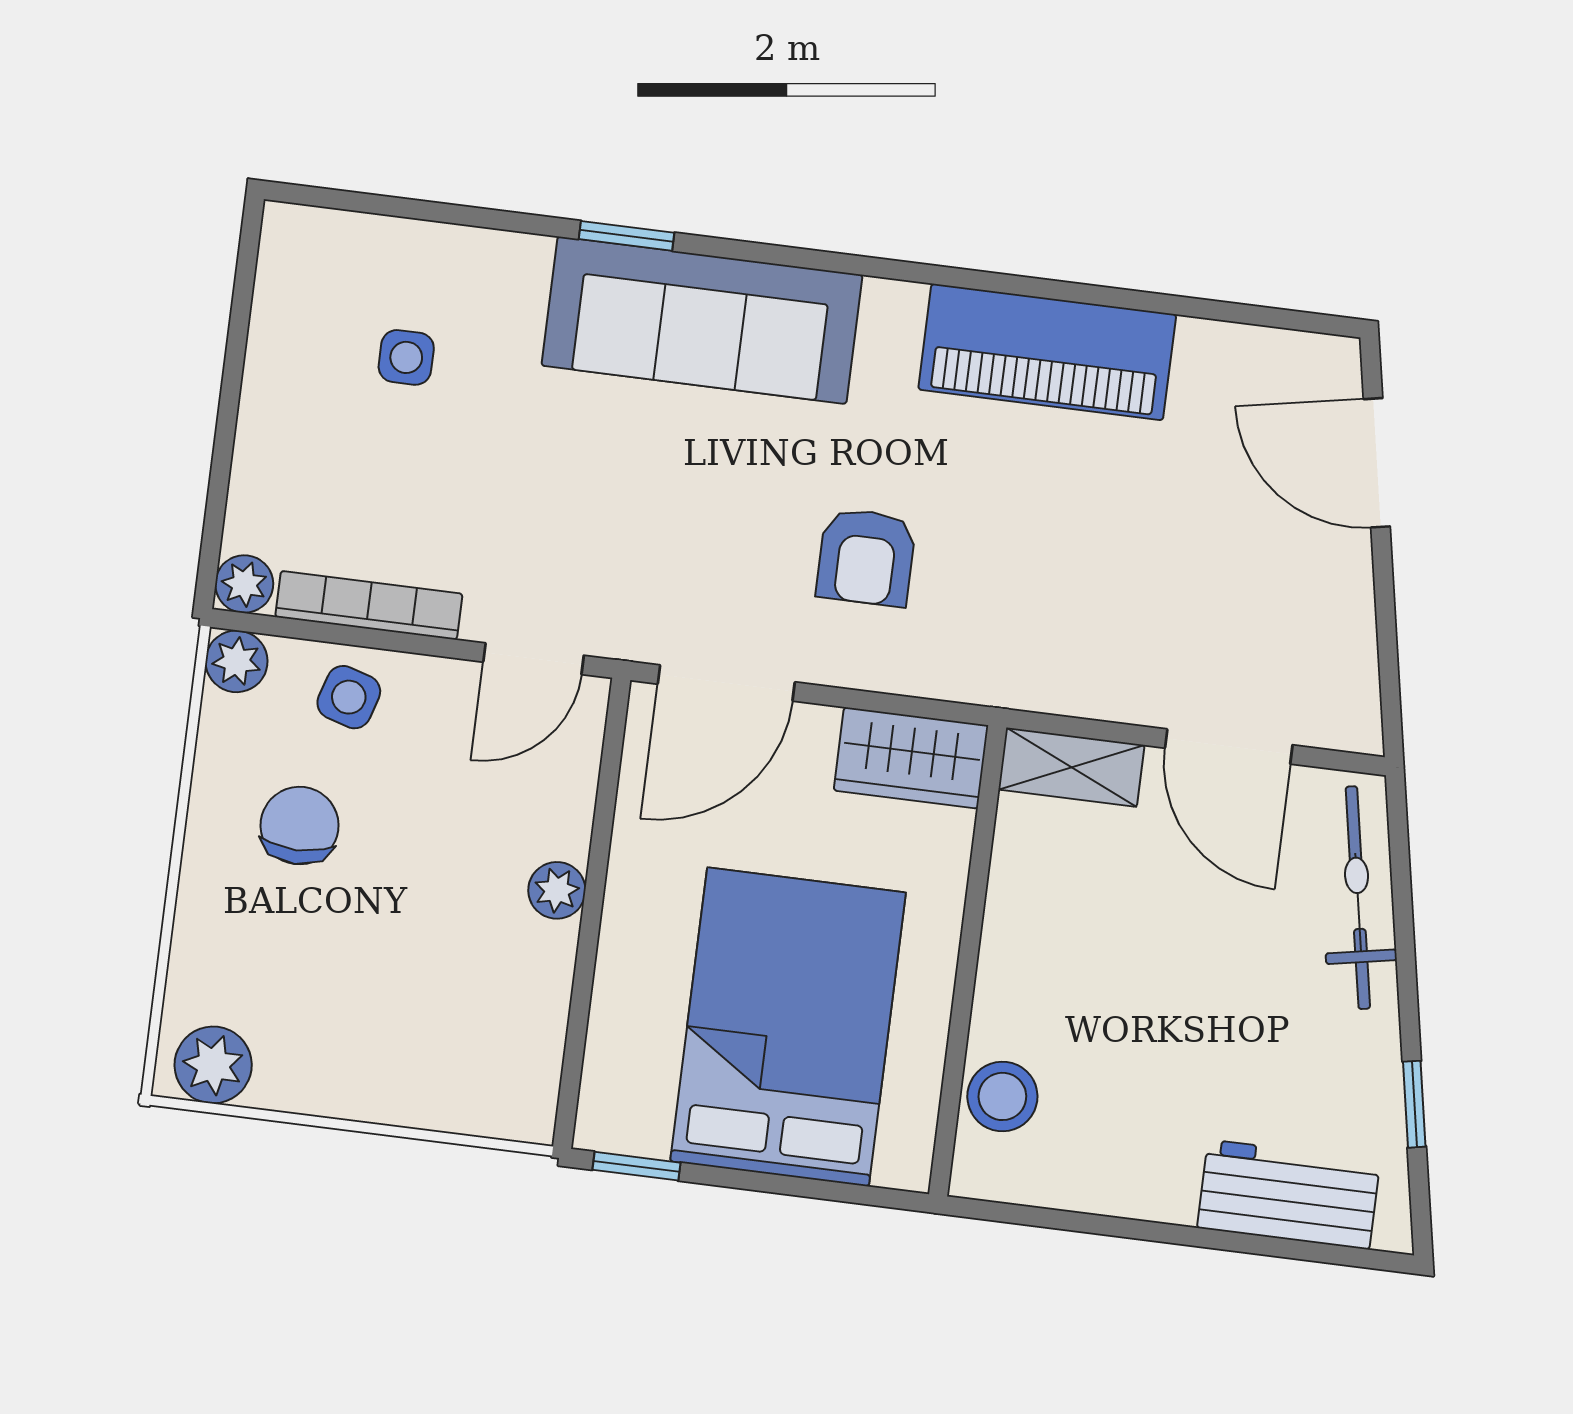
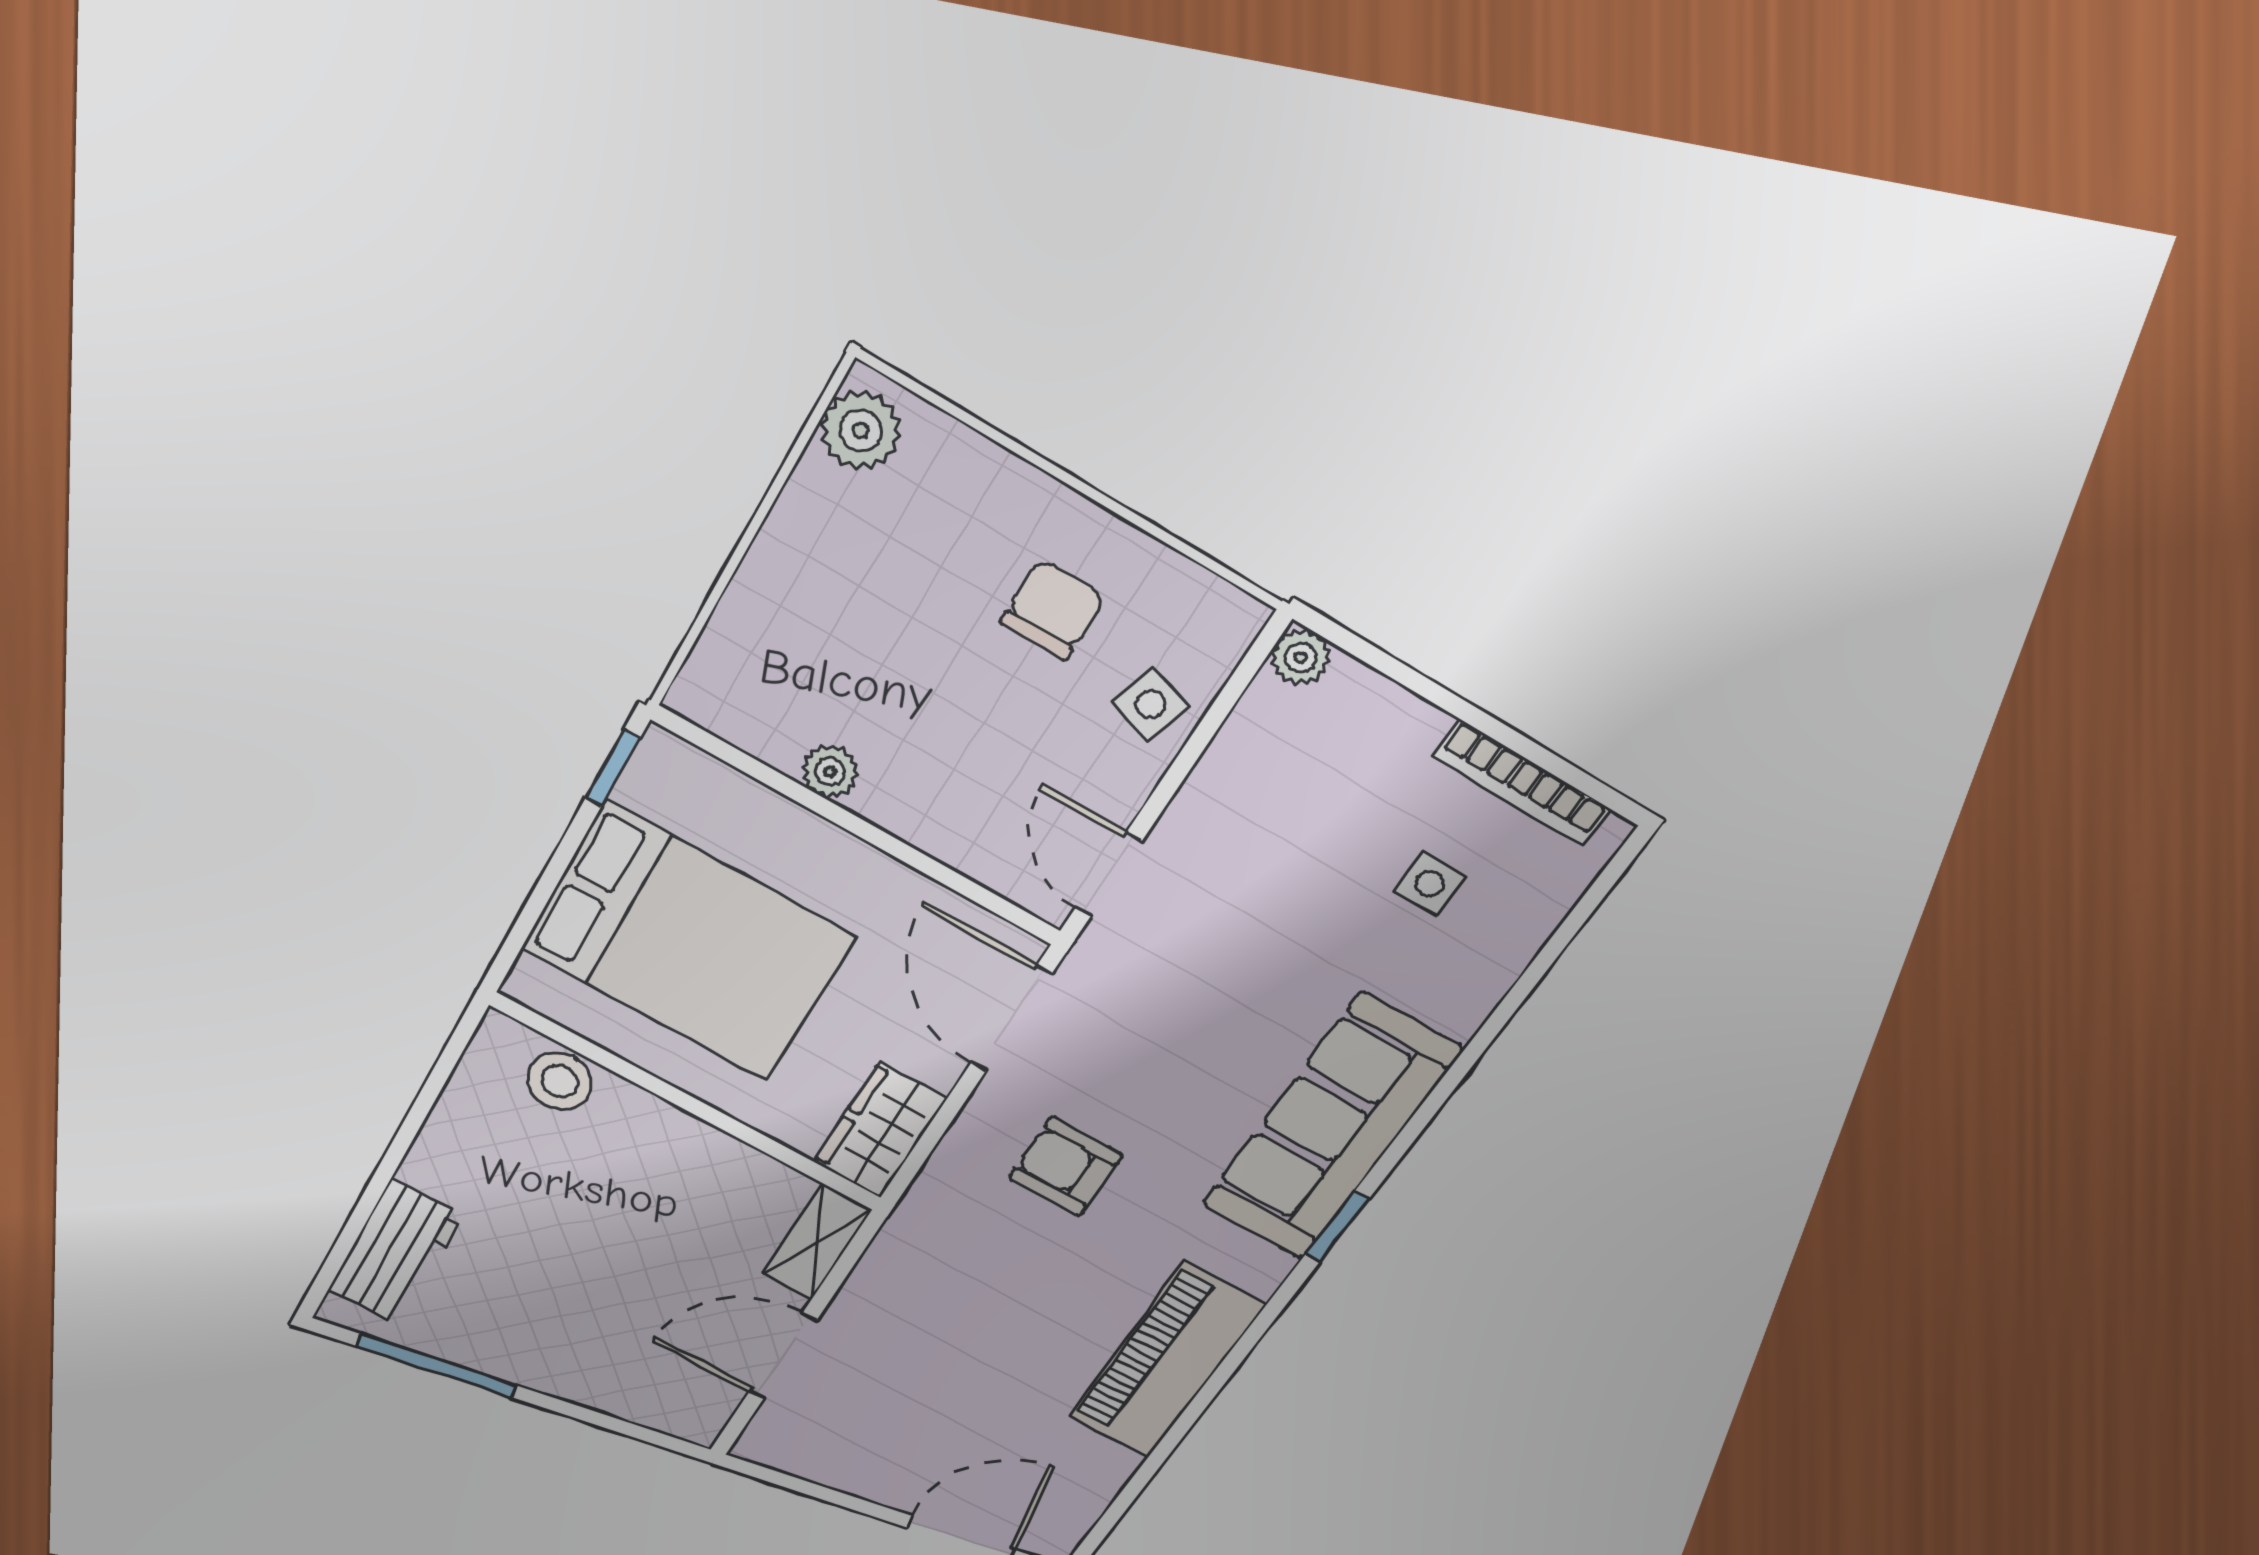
window: (626, 236) -> (1337, 1227), moved
bookcase: (369, 605) -> (1522, 783), moved, turned 90
plant: (237, 661) -> (1233, 619), removed
chair: (300, 826) -> (1053, 610), turned -90
plant: (557, 890) -> (830, 772), moved
bicycle: (1358, 898) -> (621, 1393), removed
window: (1414, 1104) -> (437, 1366), width x2.17

